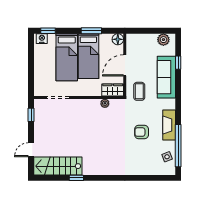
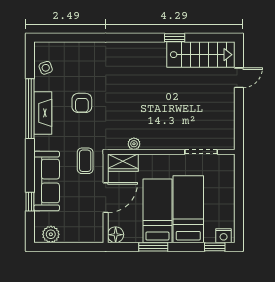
window: (31, 115) -> (239, 127), removed
armchair: (142, 132) -> (82, 103), turned 90
window: (178, 146) -> (30, 109), moved

